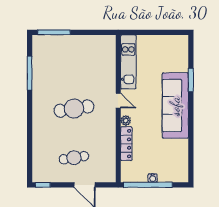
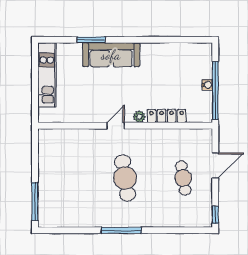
kitchen unit: (128, 62) -> (47, 75), moved, turned 90
window: (30, 73) -> (121, 230), moved
sofa: (175, 106) -> (111, 55), width x0.74, depth x0.79

